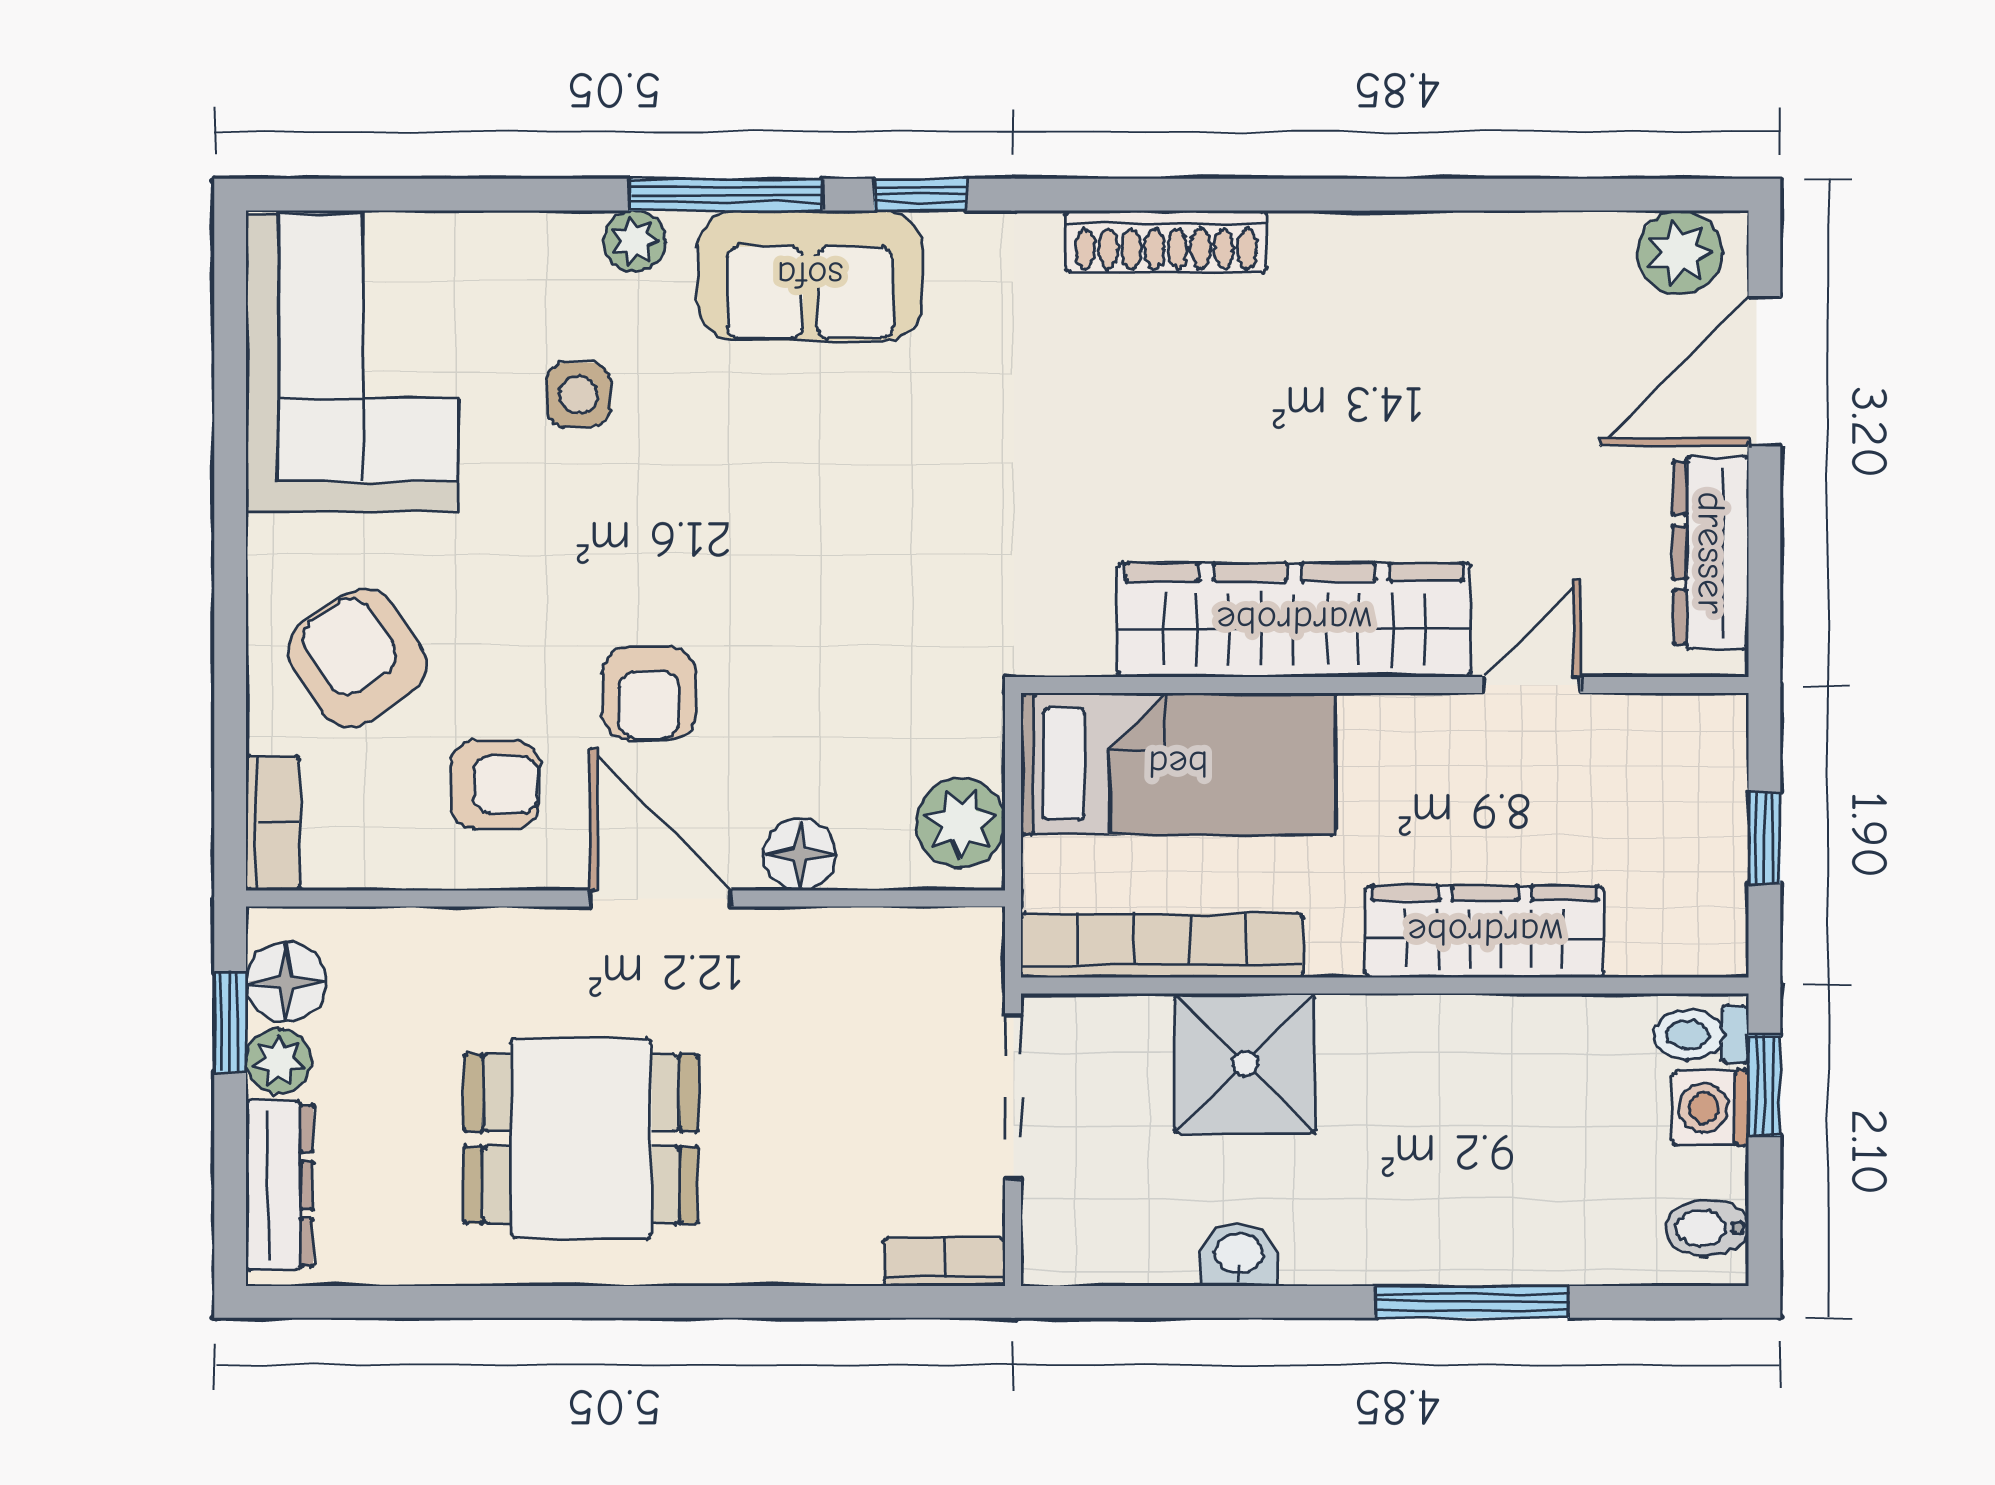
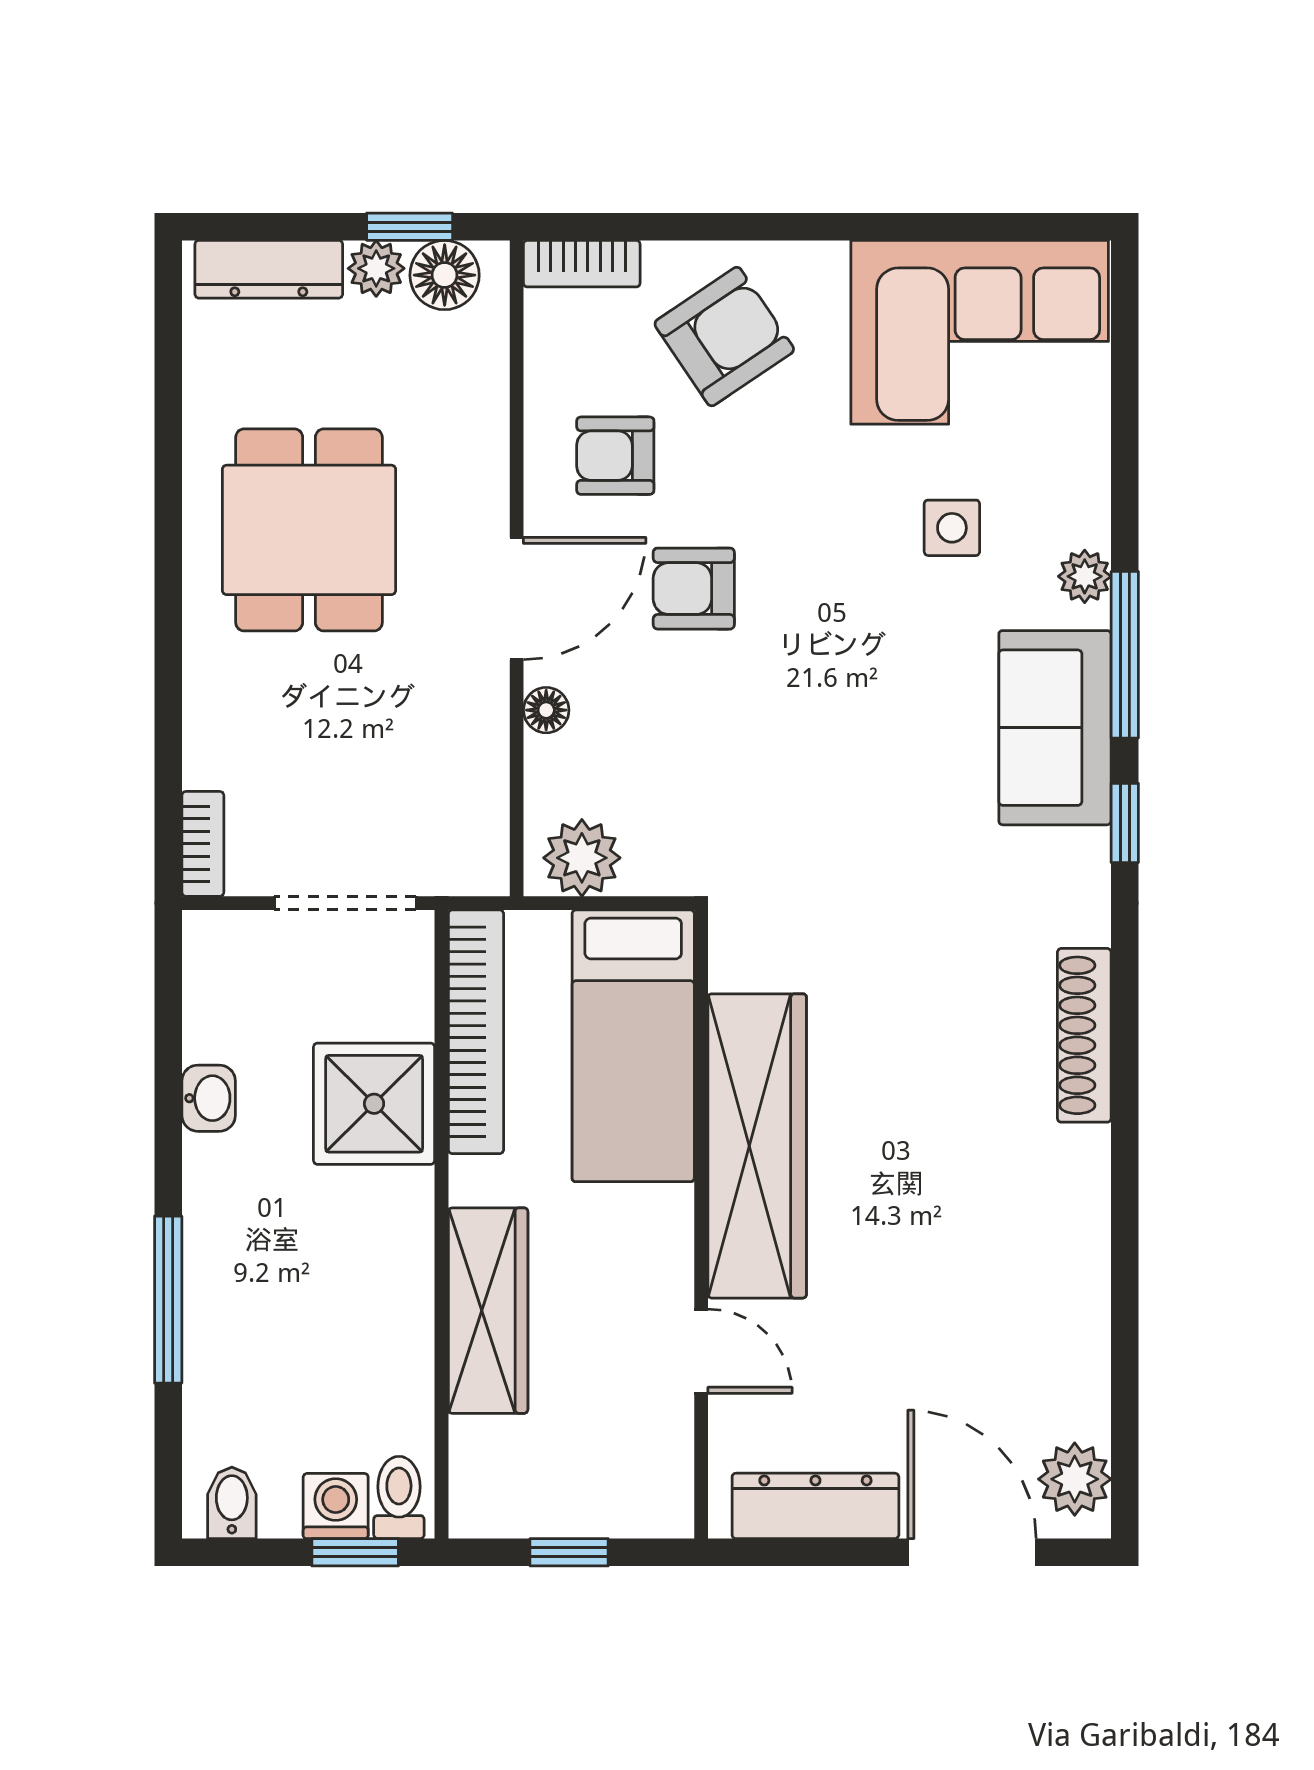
armchair: (495, 784) -> (615, 456), turned 90
floor lamp: (799, 855) -> (546, 710), width x0.73, depth x0.73

